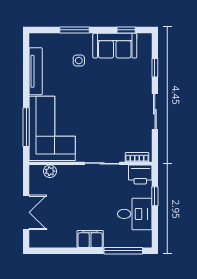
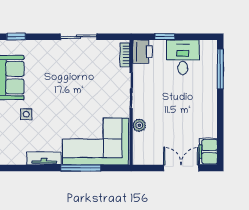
window: (155, 68) -> (16, 37), moved
tv unit: (36, 71) -> (44, 158), width x0.71
window: (26, 127) -> (81, 168), moved
plant: (50, 171) -> (139, 125), moved
filing cabinet: (90, 239) -> (208, 152), moved

